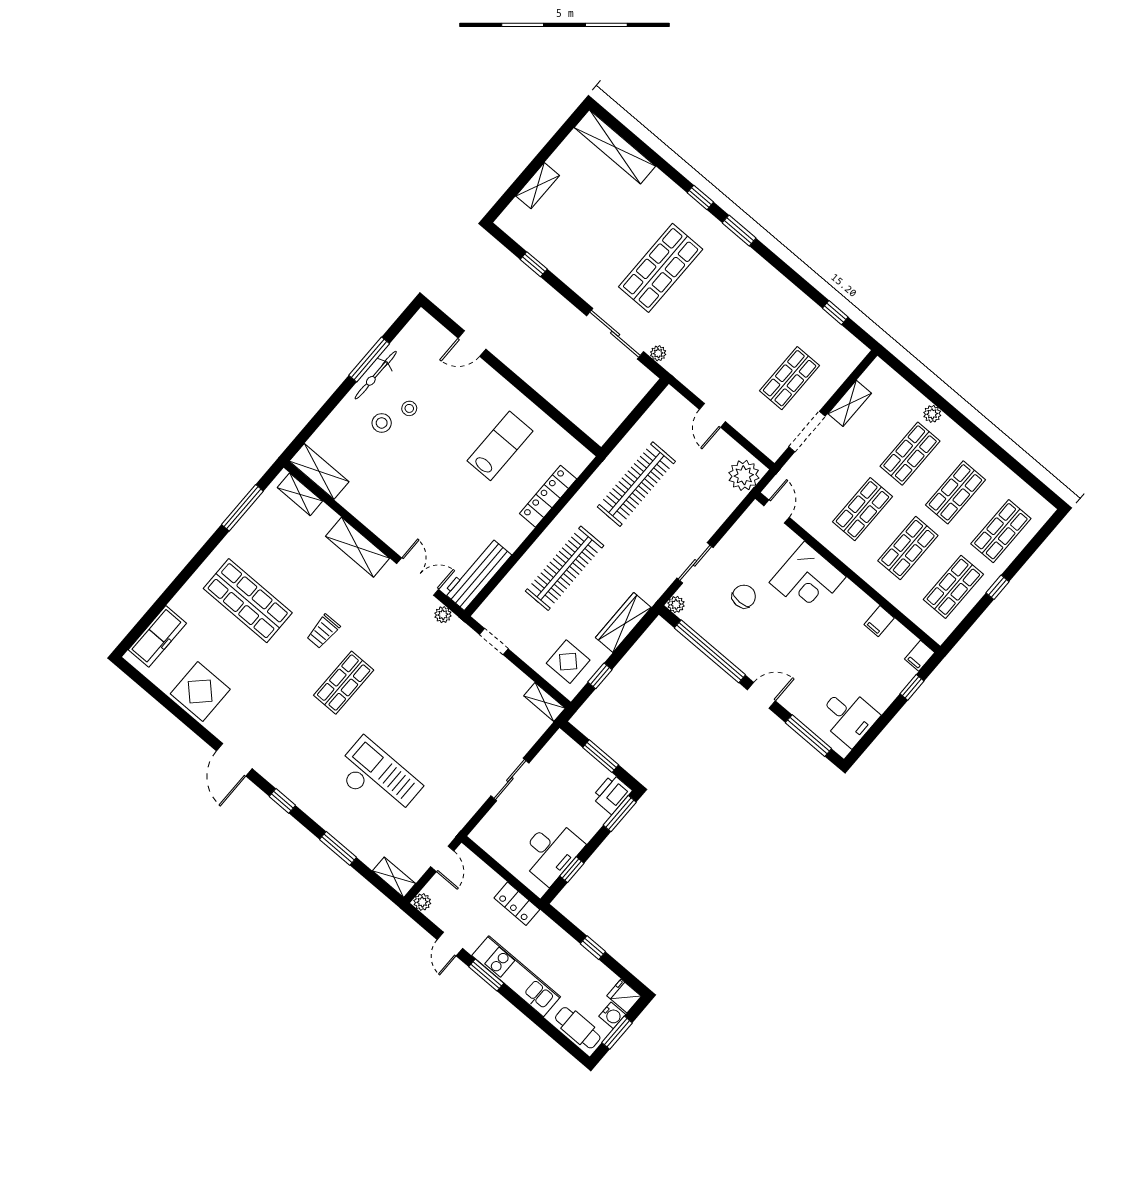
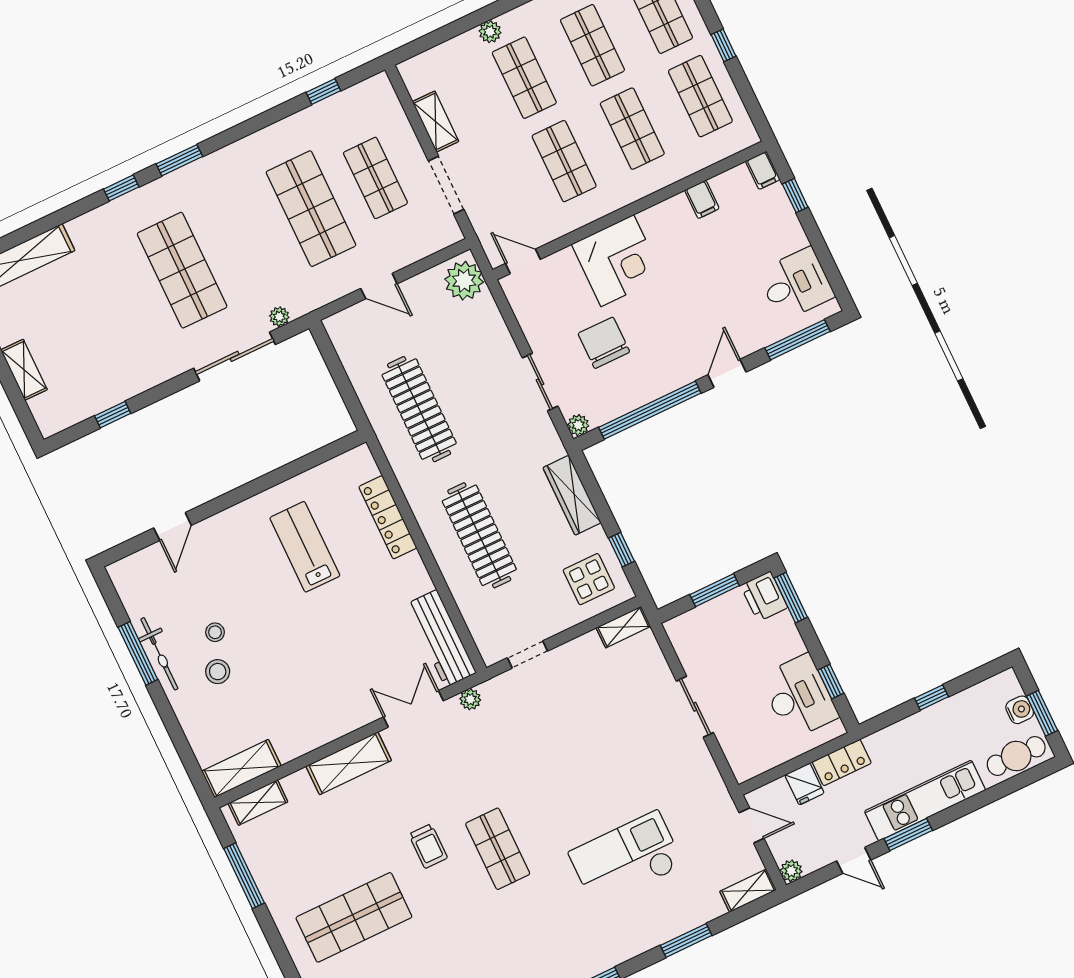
shop shelf: (747, 341) -> (311, 209), added
chair: (744, 596) -> (604, 343), width x1.37, depth x1.37
fridge: (624, 996) -> (804, 784), moved, turned -90

